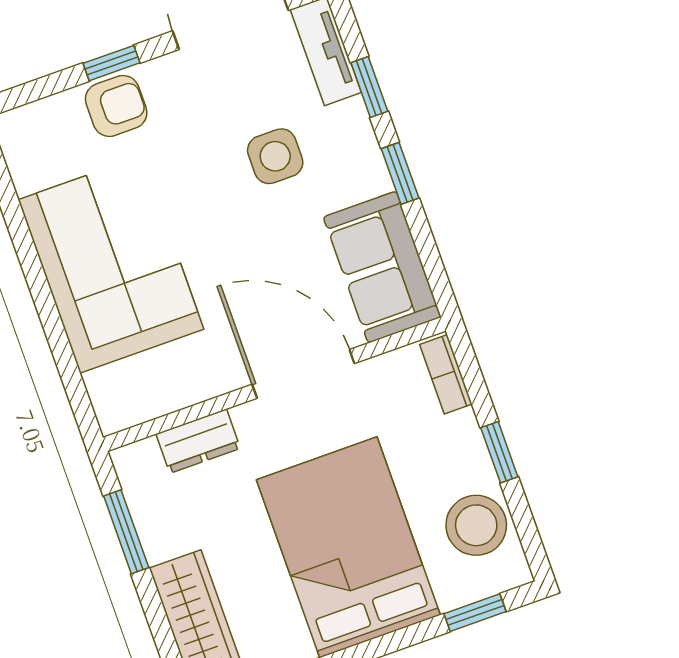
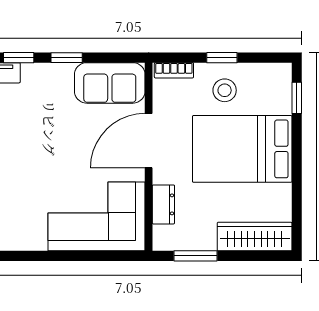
side table: (275, 156) -> (36, 116), removed
corner sofa: (111, 264) -> (97, 216), moved
stool: (476, 525) -> (225, 90), moved, width x0.73, depth x0.73

